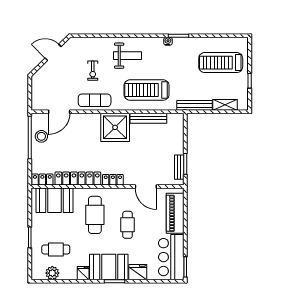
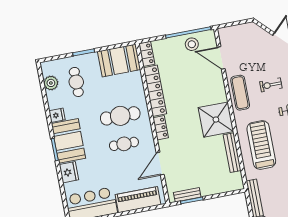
booth: (55, 200) -> (119, 60), moved, turned 90
cafe table: (128, 225) -> (124, 144), moved

